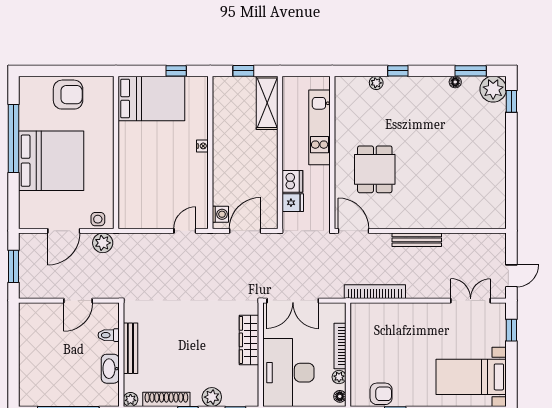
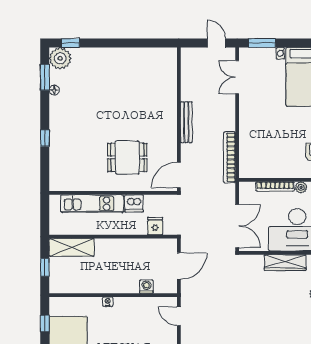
plant: (376, 83) -> (55, 156), removed
dishwasher: (292, 181) -> (134, 203), moved, turned 180
washing machine: (220, 214) -> (146, 287), moved
door: (245, 231) -> (179, 266), swing flipped
window: (511, 330) -> (262, 43), width x1.50
wardrobe: (249, 340) -> (285, 263), moved

